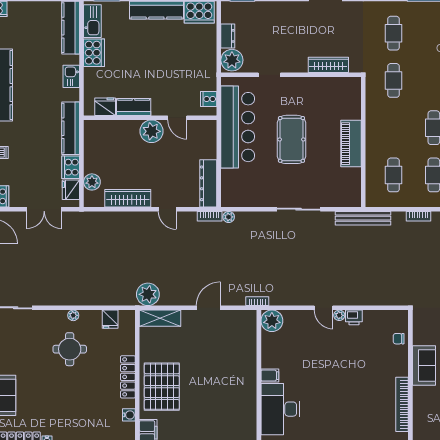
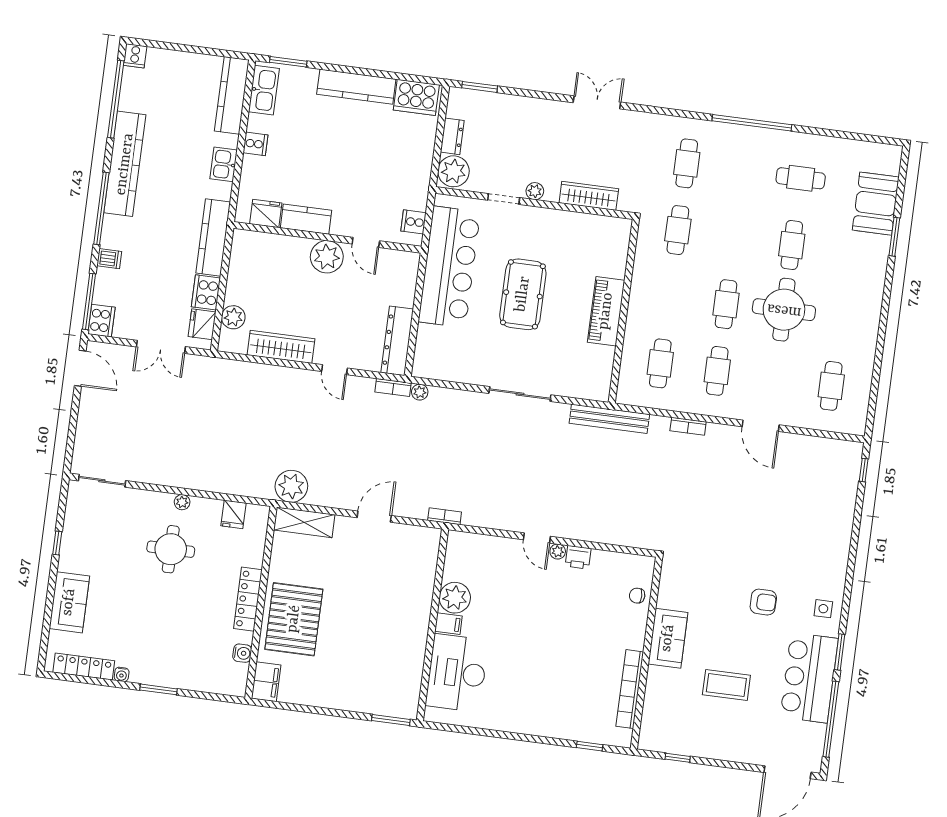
cooker: (94, 53) -> (256, 144), width x0.53, depth x0.76
plant: (290, 67) -> (535, 191), added
plant: (272, 321) -> (455, 598), moved

